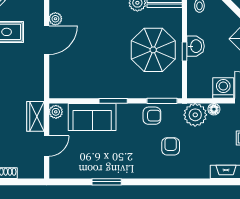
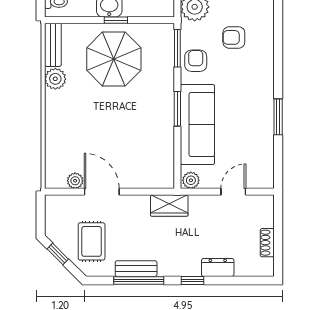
wardrobe: (36, 116) -> (169, 205), moved
sofa: (92, 117) -> (197, 124), width x1.36
door: (47, 146) -> (233, 192), hinge flipped

